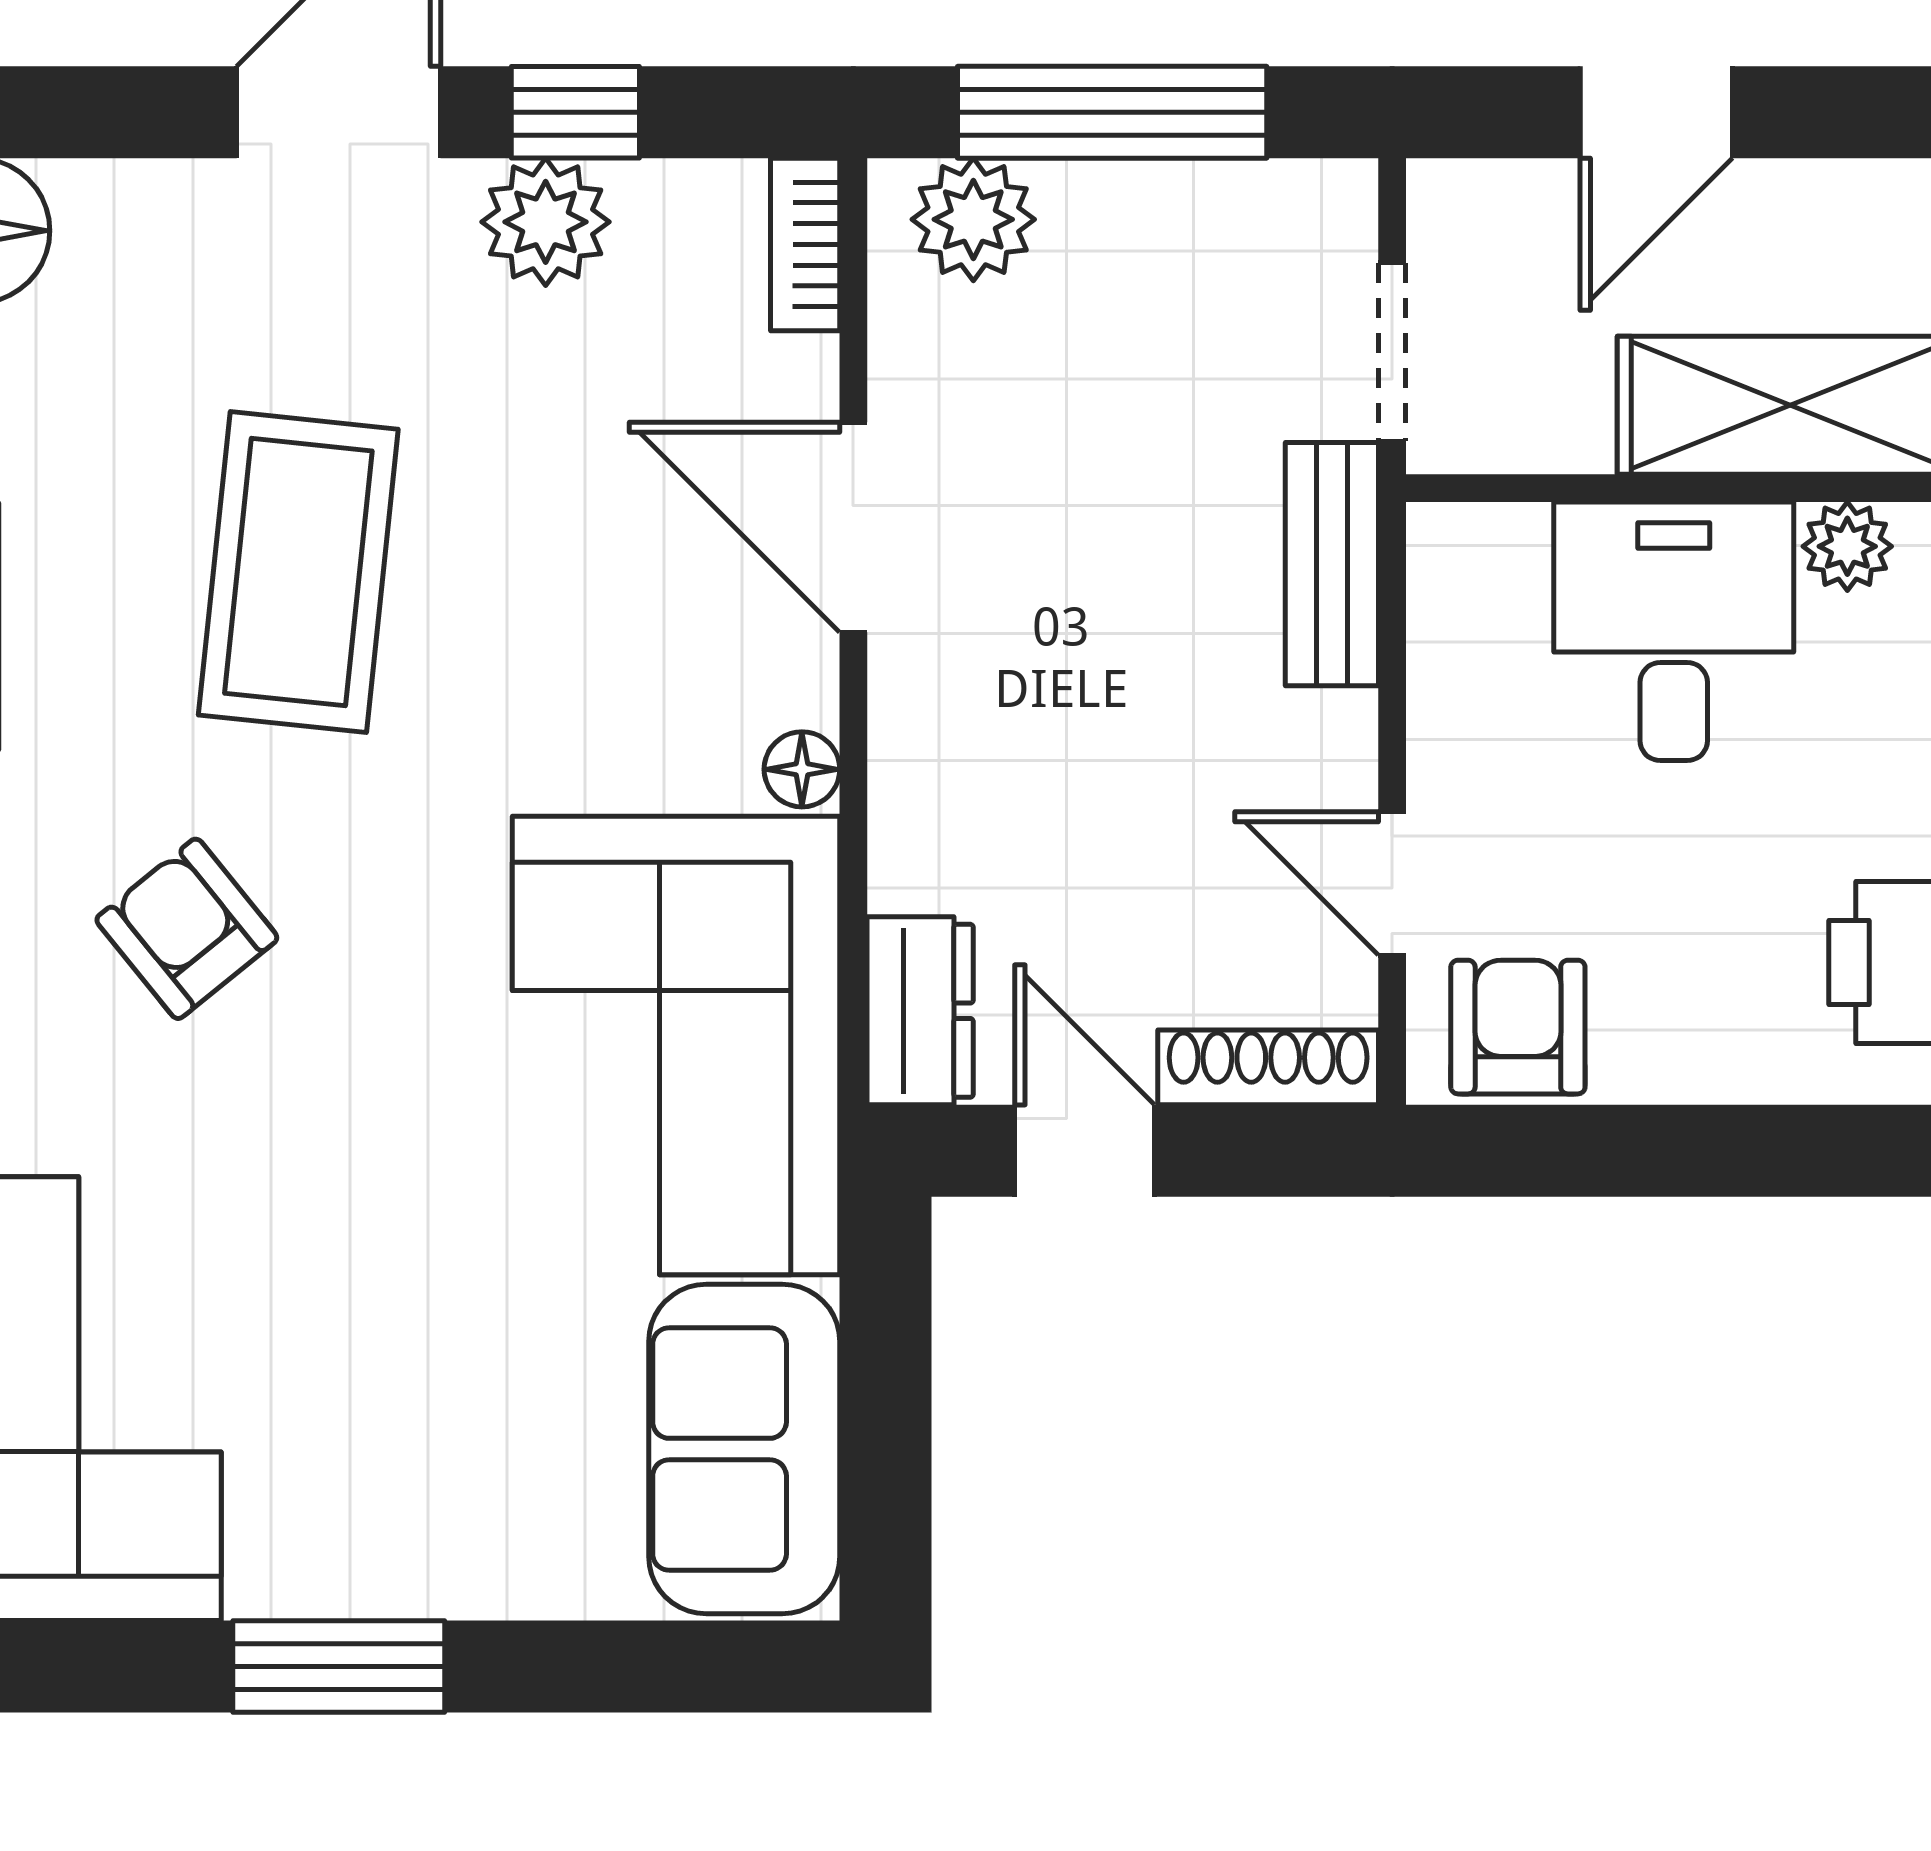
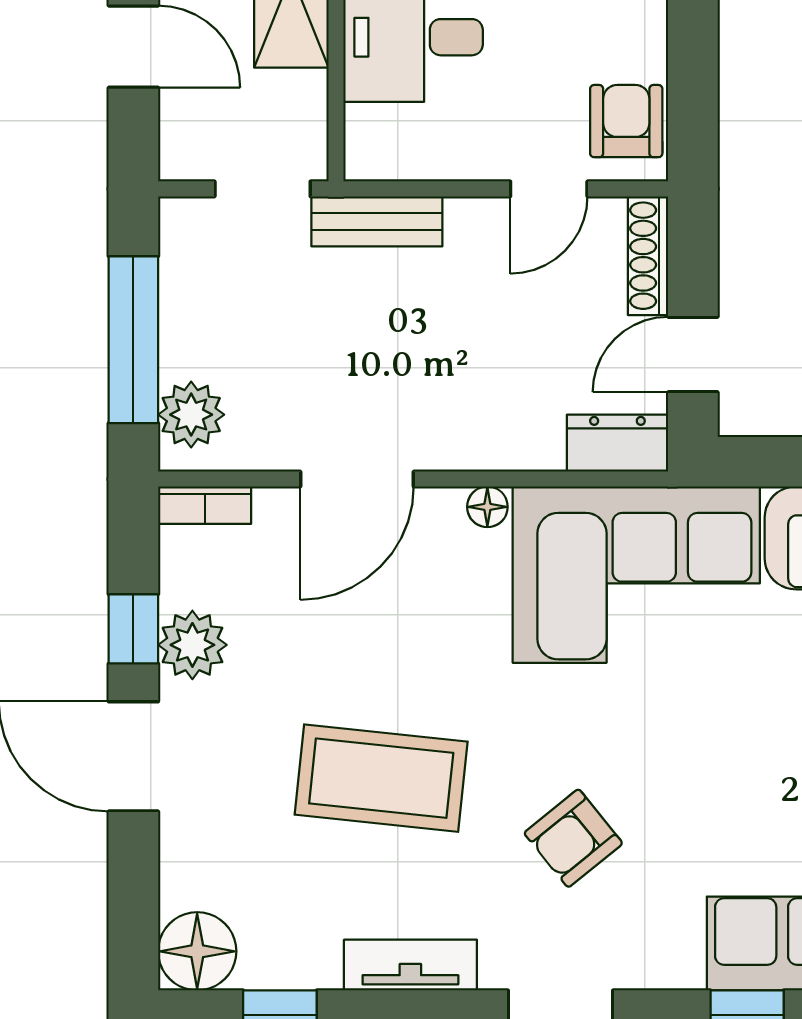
armchair: (1518, 1027) -> (626, 121), turned 90

